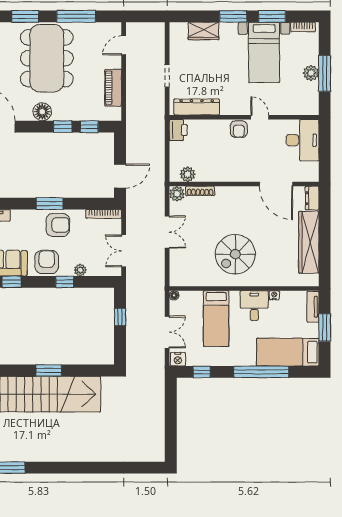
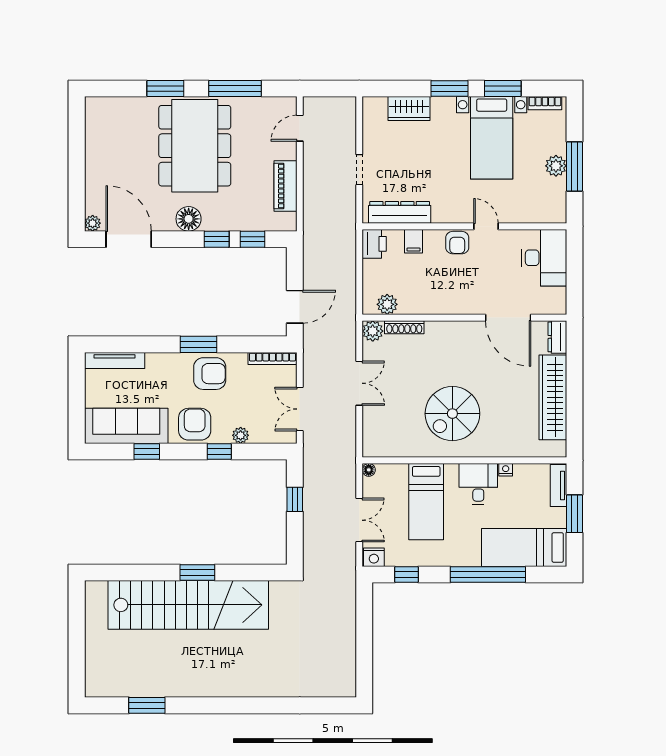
filing cabinet: (207, 128) -> (414, 241), added

